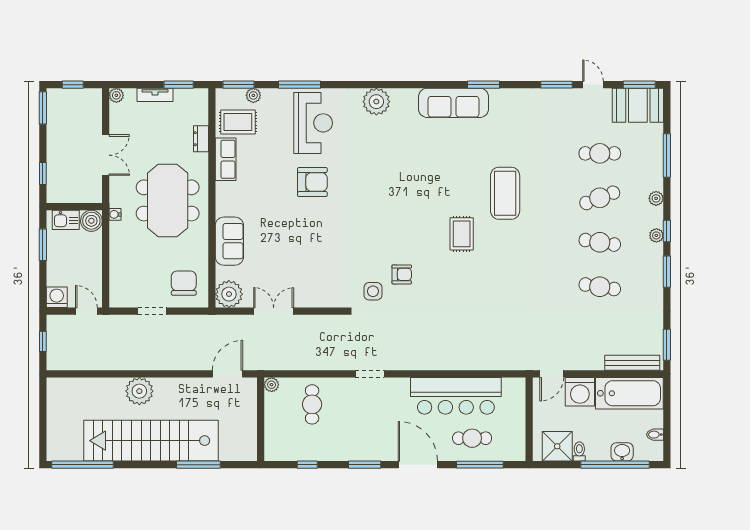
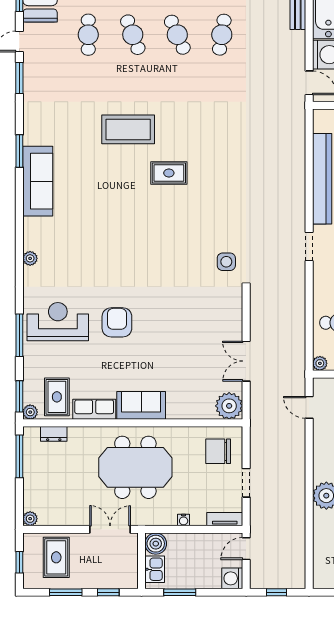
window: (179, 85) -> (19, 456), width x1.44
tv unit: (155, 95) -> (225, 519), moved, turned -90
plant: (253, 95) -> (30, 412), moved
plant: (376, 102) -> (30, 258), width x0.53, depth x0.53
window: (43, 108) -> (66, 592), moved
rug: (78, 121) -> (56, 557), added
dresser: (201, 139) -> (54, 434), moved
double door: (106, 155) -> (110, 529), moved
water cooler: (115, 214) -> (184, 520), moved
sofa: (229, 241) -> (141, 405), moved
cafe table: (600, 242) -> (177, 35), turned -33
armchair: (402, 274) -> (209, 233), removed
door: (227, 374) -> (309, 407), width x0.73
doorway: (370, 374) -> (309, 247), moved

